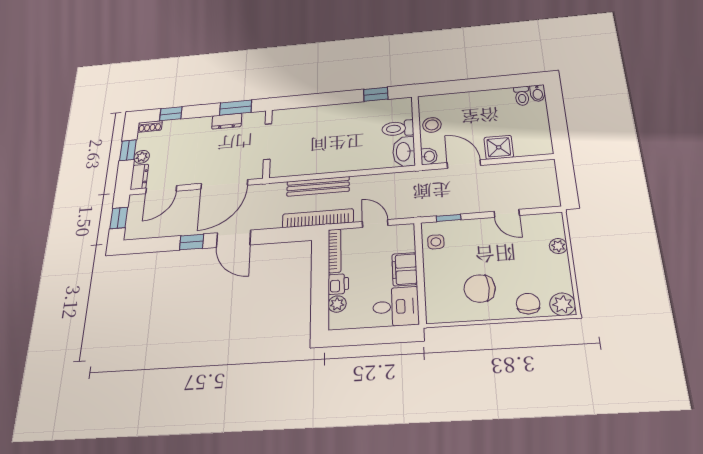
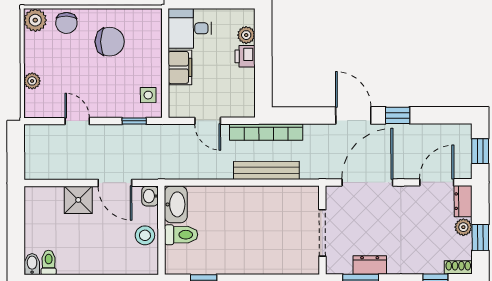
bookcase: (335, 251) -> (249, 93), removed

